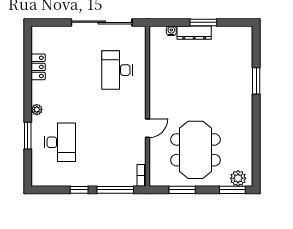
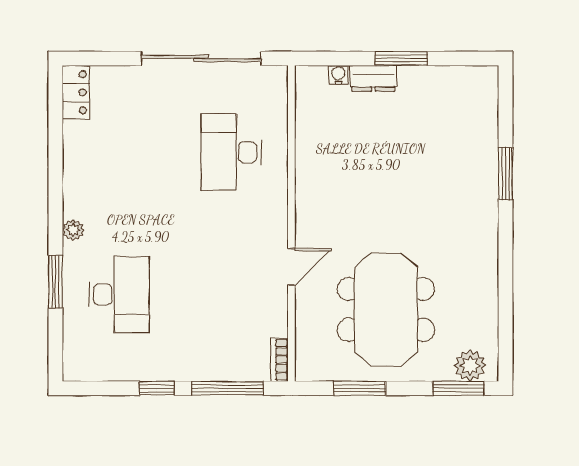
dresser: (194, 33) -> (373, 78), width x0.70
locker: (38, 67) -> (76, 92), moved

